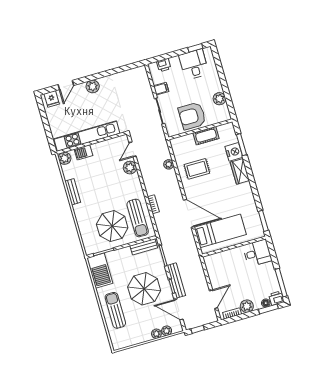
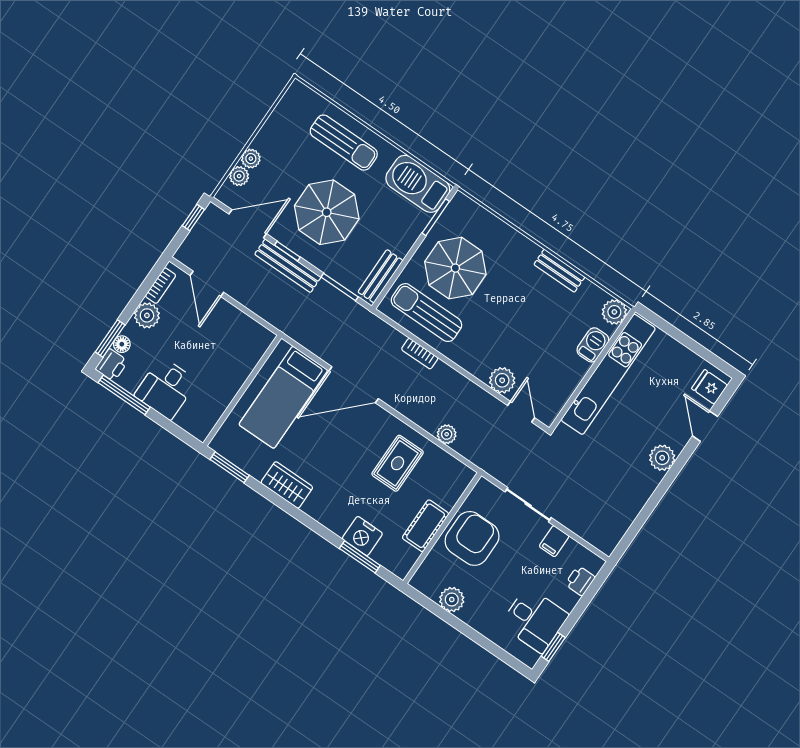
wardrobe: (240, 171) -> (287, 485), moved
desk: (257, 253) -> (166, 388), moved

